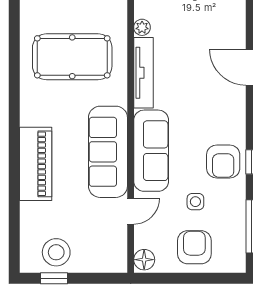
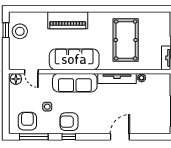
door: (131, 211) -> (31, 72), moved
armchair: (194, 247) -> (27, 121), moved, turned -90

